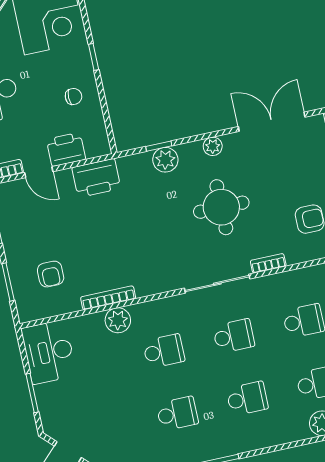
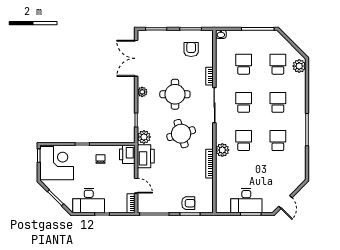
printer: (66, 149) -> (127, 154), moved
plant: (165, 160) -> (144, 137), moved
door: (39, 172) -> (136, 186), hinge flipped
round table: (152, 234) -> (181, 134), added
armchair: (51, 274) -> (188, 203), moved
plant: (118, 320) -> (222, 150), moved
desk: (49, 352) -> (246, 201), moved

